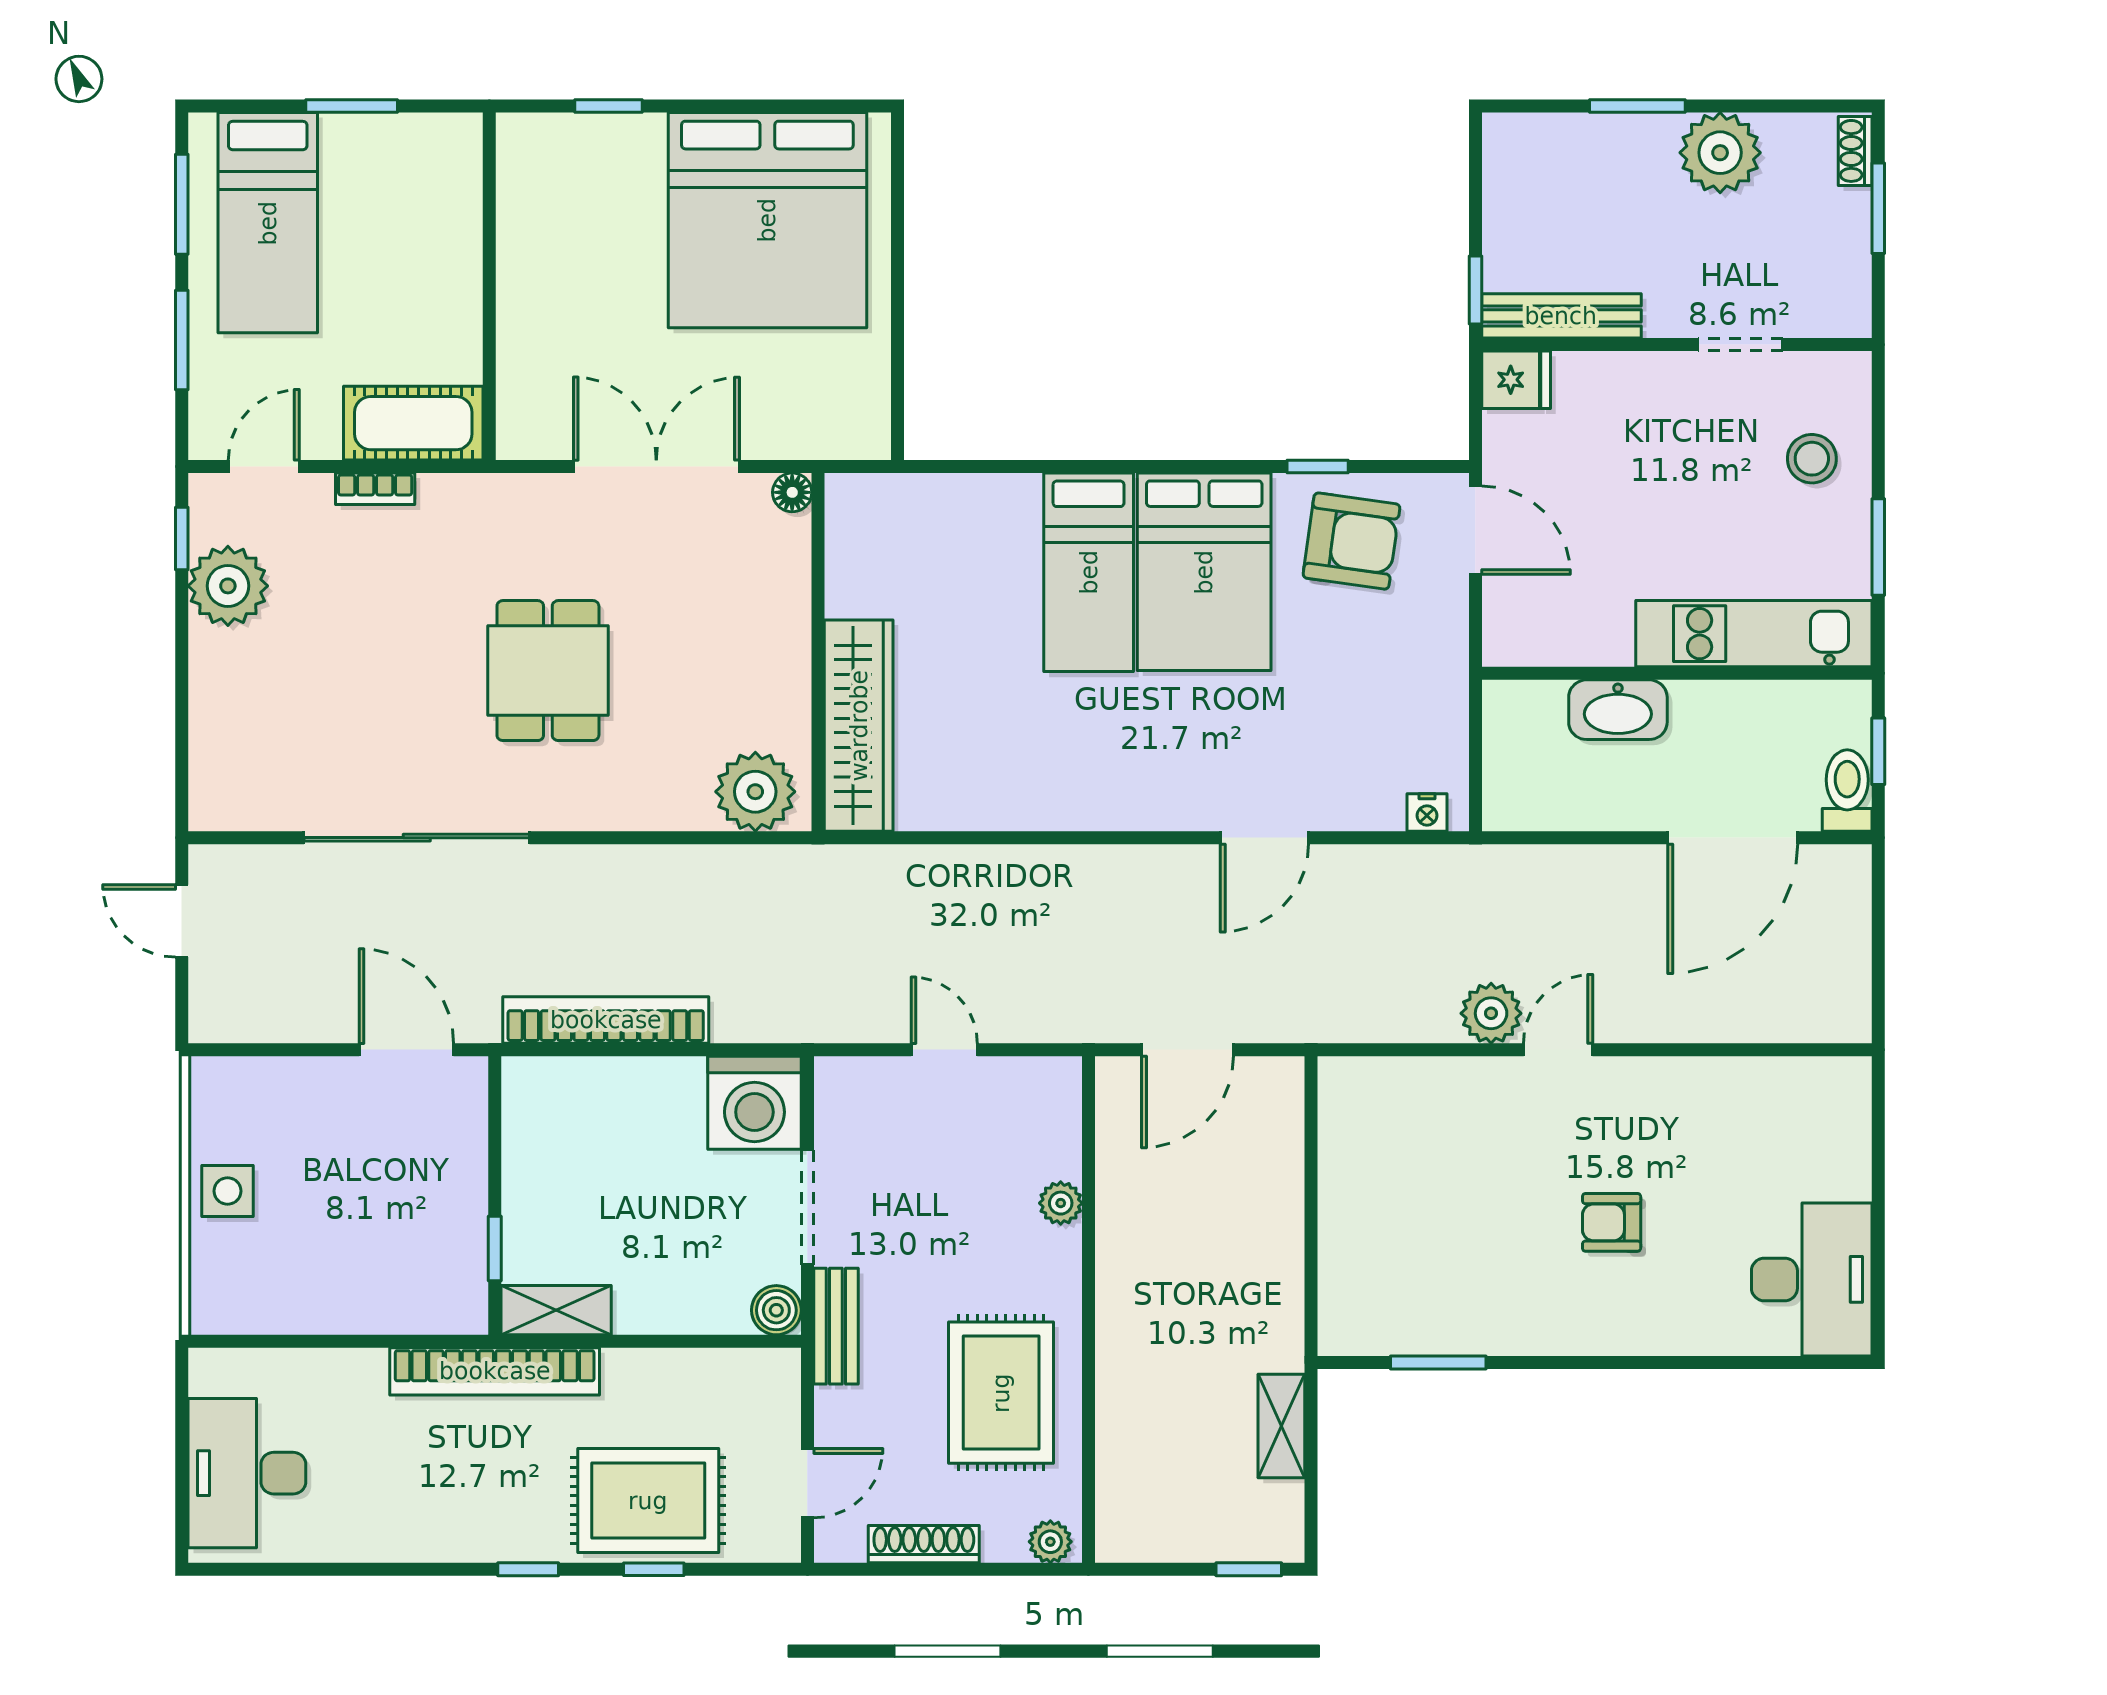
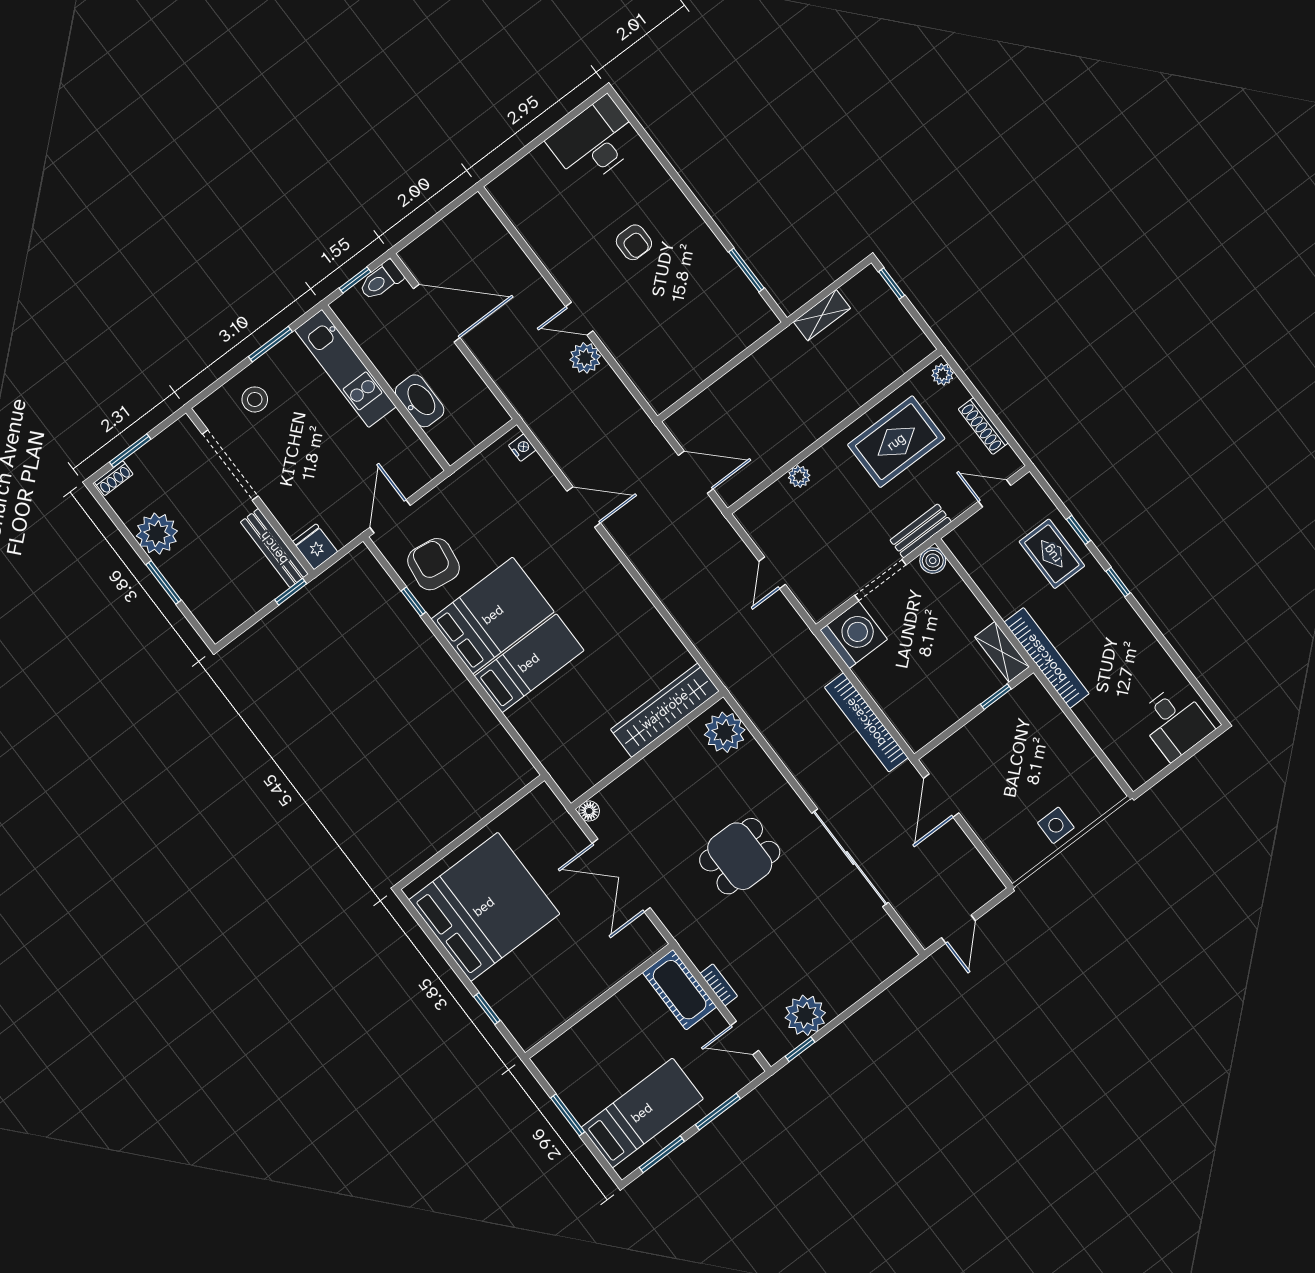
doorway: (1740, 345) -> (230, 465), width x1.88
desk: (247, 1473) -> (1175, 722), width x0.73
rug: (648, 1501) -> (1052, 554), width x0.73, depth x0.70

